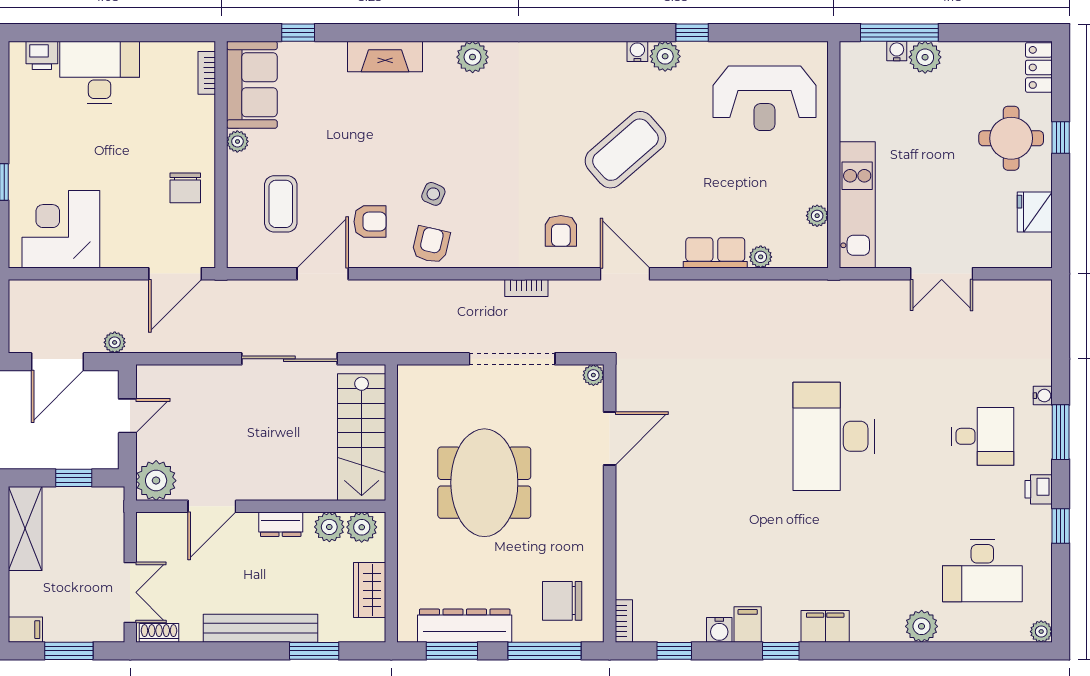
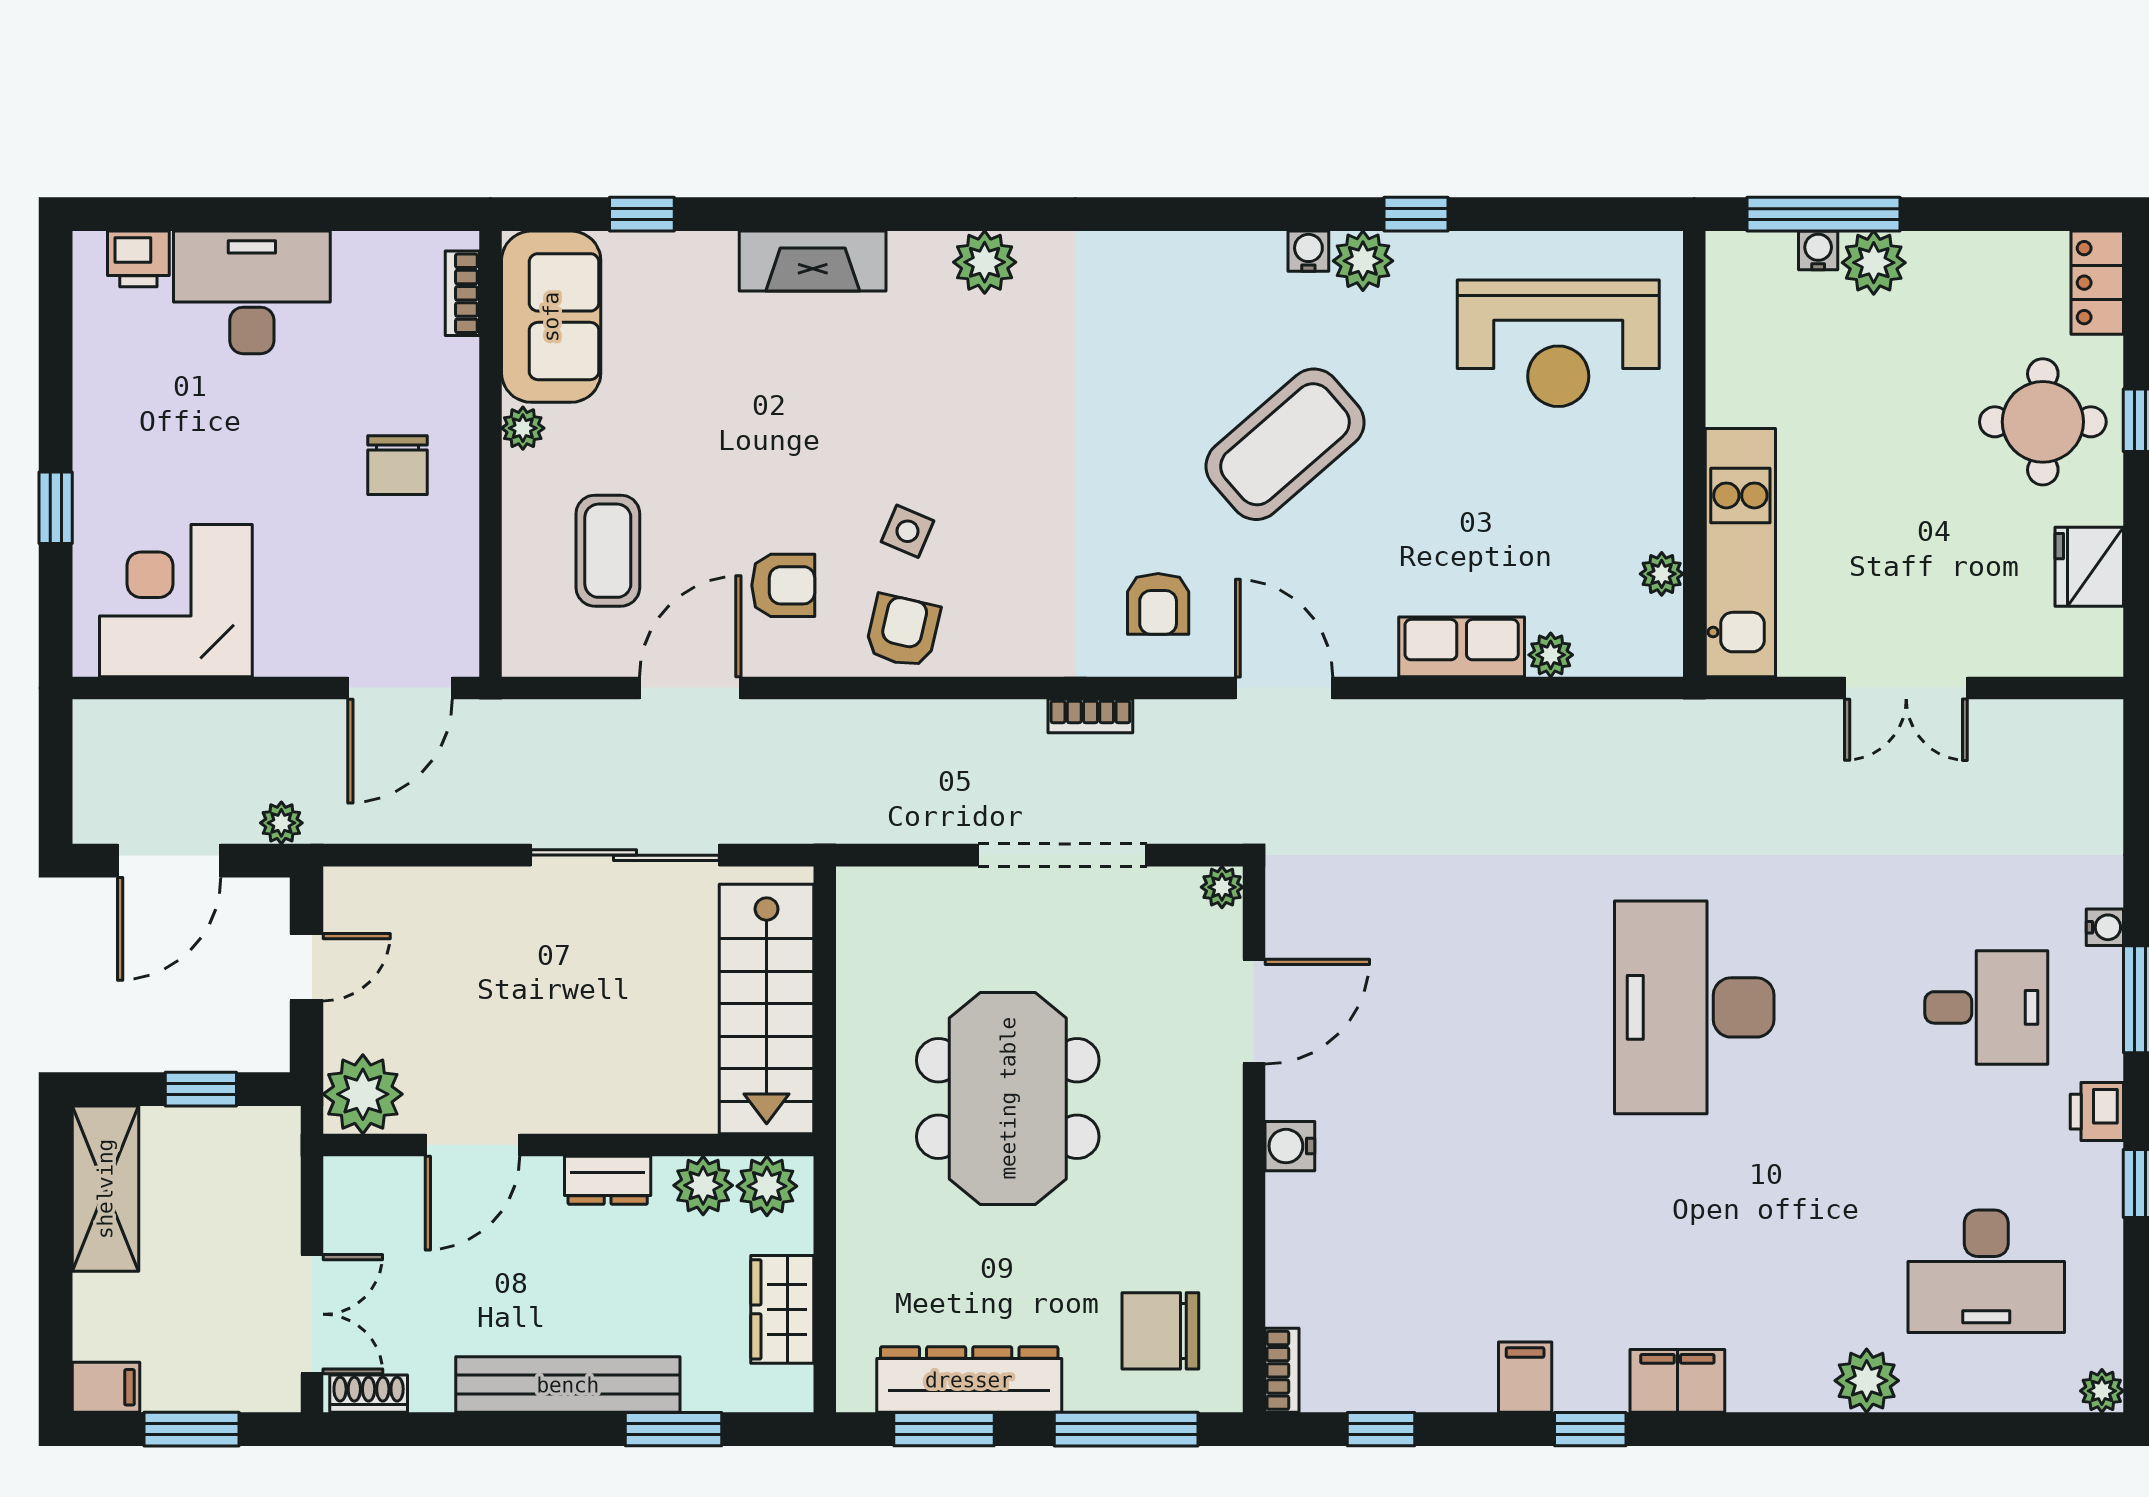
chair: (185, 188) -> (397, 465), moved
water cooler: (719, 630) -> (1290, 1146), moved, turned 90

